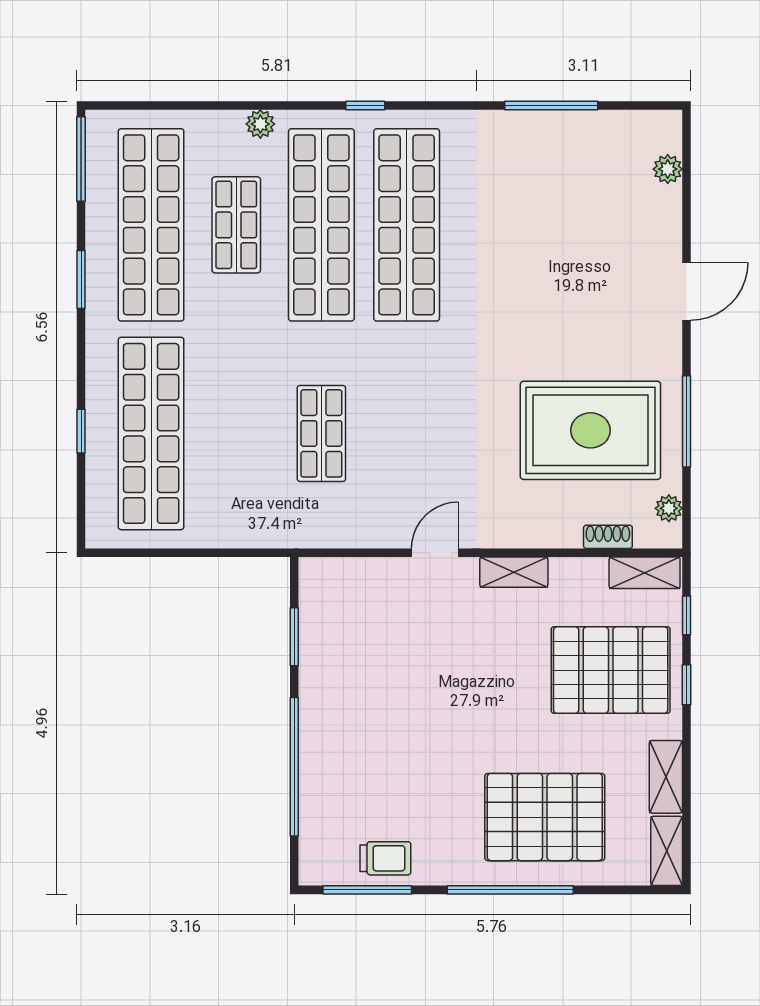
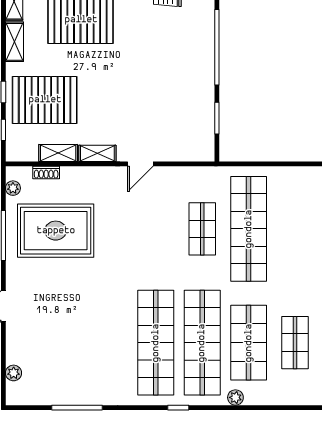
shop shelf: (151, 225) -> (295, 343), width x0.50, depth x0.74
shop shelf: (236, 225) -> (249, 343), width x1.43, depth x1.36
shop shelf: (151, 433) -> (249, 229), moved
shelving: (645, 573) -> (58, 153), moved

